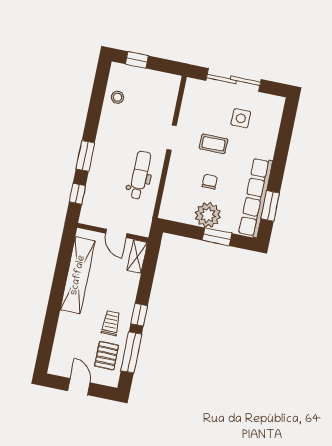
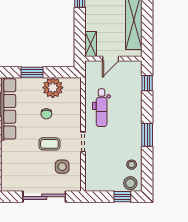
stool: (124, 75) -> (130, 183), added
side table: (241, 118) -> (62, 167), moved
window: (85, 156) -> (147, 135), moved
plant: (208, 215) -> (53, 88), moved
door: (116, 233) -> (111, 59), swing flipped

